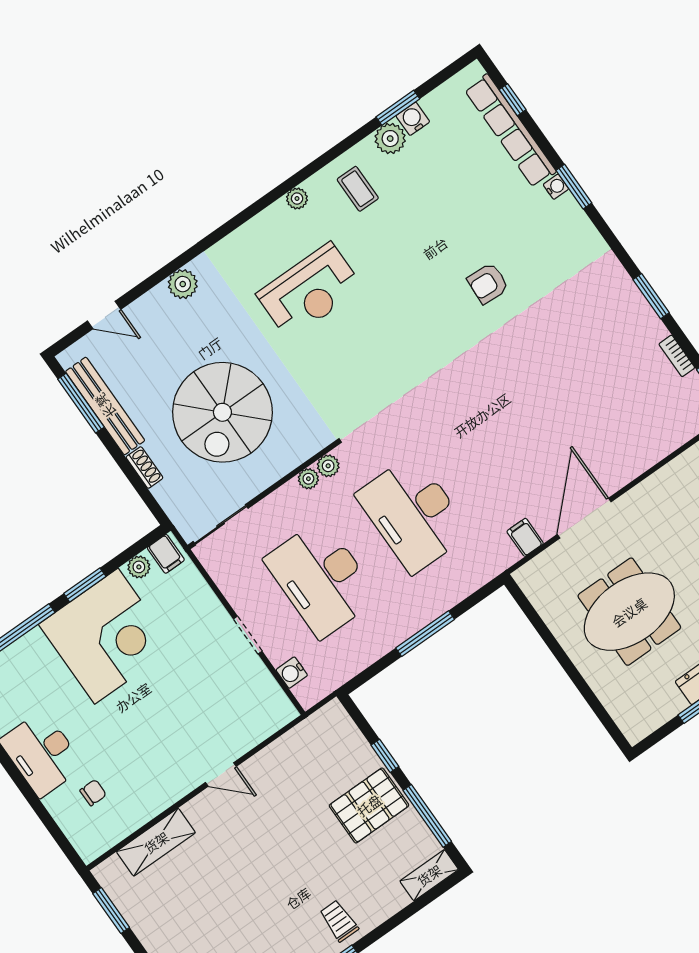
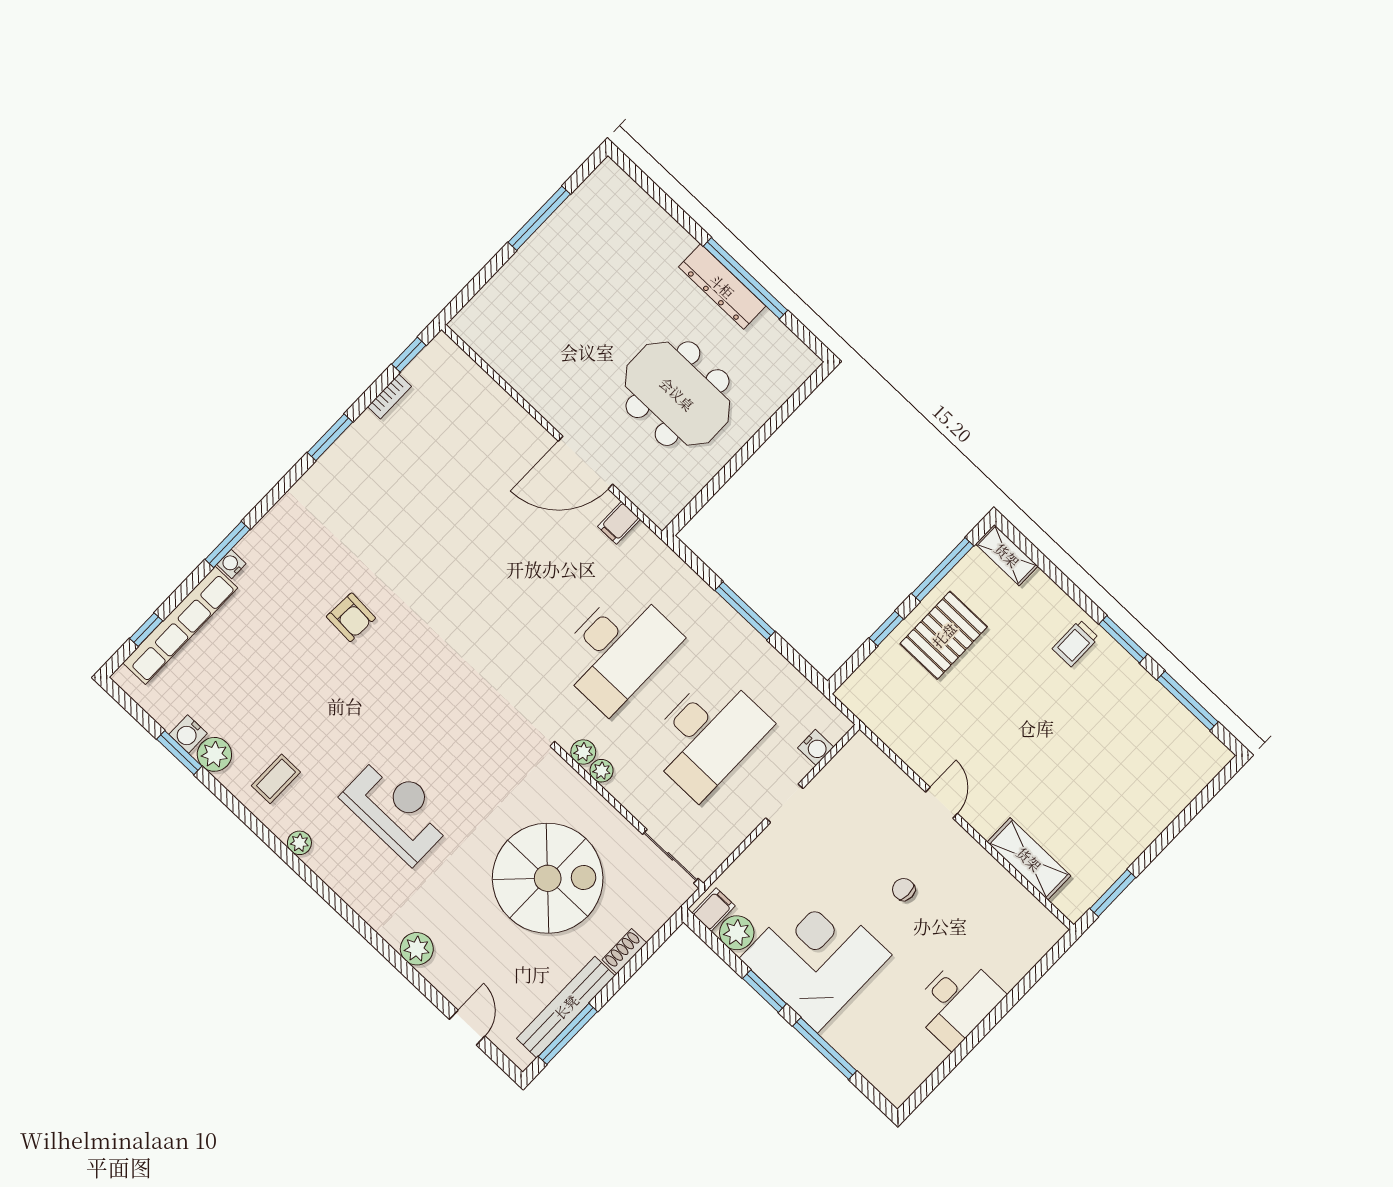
plant: (139, 567) -> (737, 933), width x1.38, depth x1.38
chair: (93, 793) -> (904, 889), moved
pallet: (369, 805) -> (944, 635), turned 90

